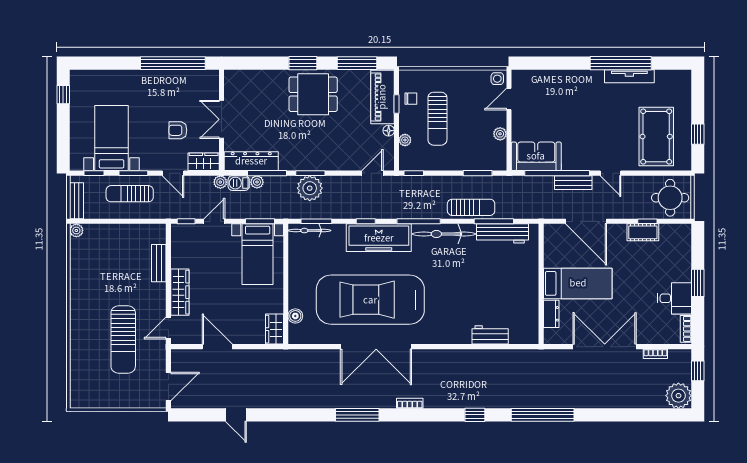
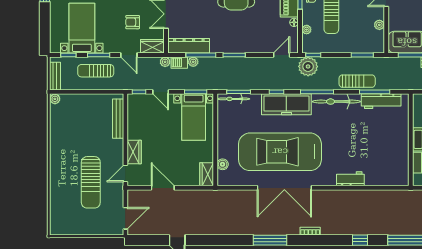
plant: (310, 188) -> (308, 66), moved
door: (214, 221) -> (161, 92), swing flipped
bench: (159, 263) -> (118, 119), width x1.36
wardrobe: (180, 292) -> (134, 152), width x0.67
workbench: (490, 335) -> (350, 179), moved

